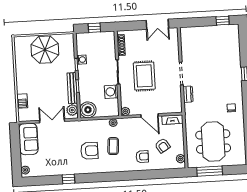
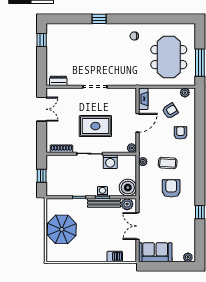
washing machine: (82, 60) -> (102, 191), moved
dresser: (188, 94) -> (58, 81), moved
meeting table: (213, 142) -> (169, 57), turned 90

